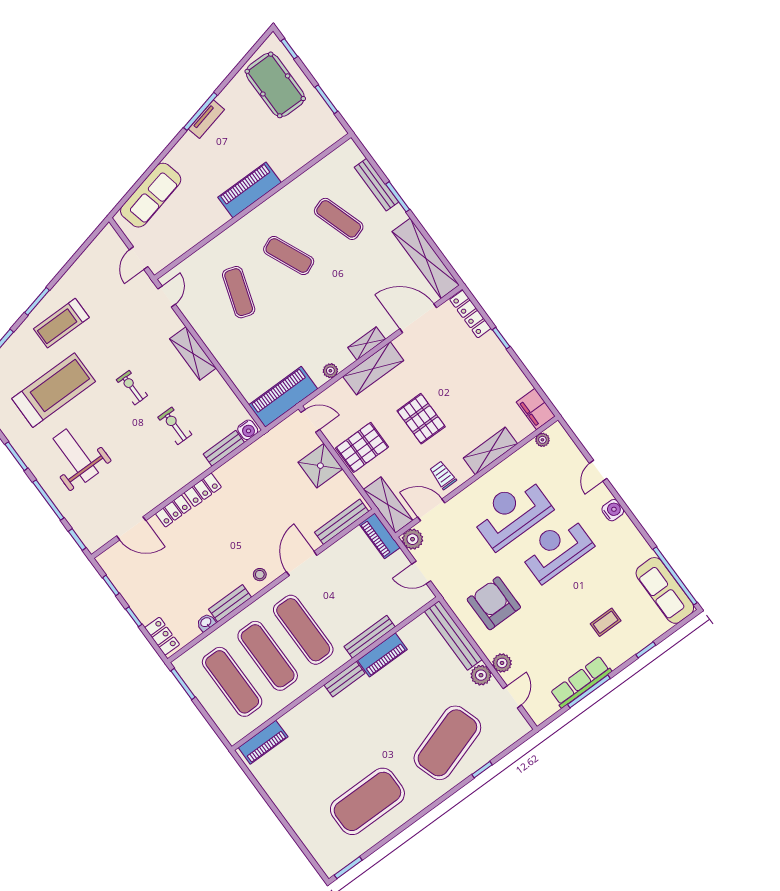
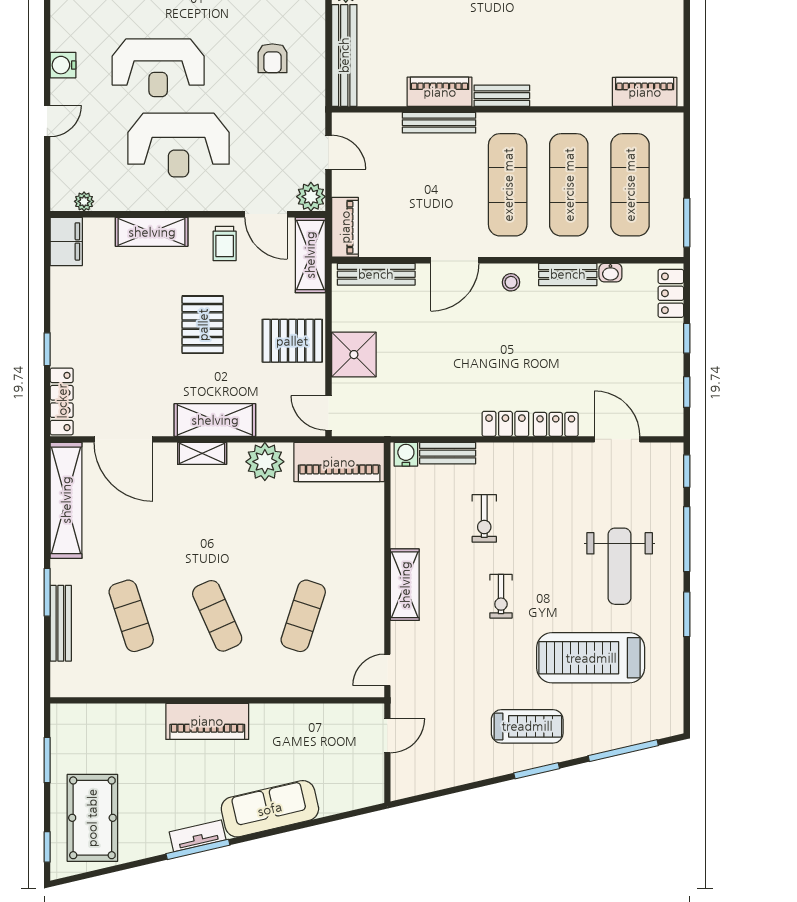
sofa: (151, 195) -> (270, 809), moved
plant: (330, 371) -> (265, 462), width x1.88, depth x1.88
armchair: (494, 603) -> (272, 58), width x0.53, depth x0.53

